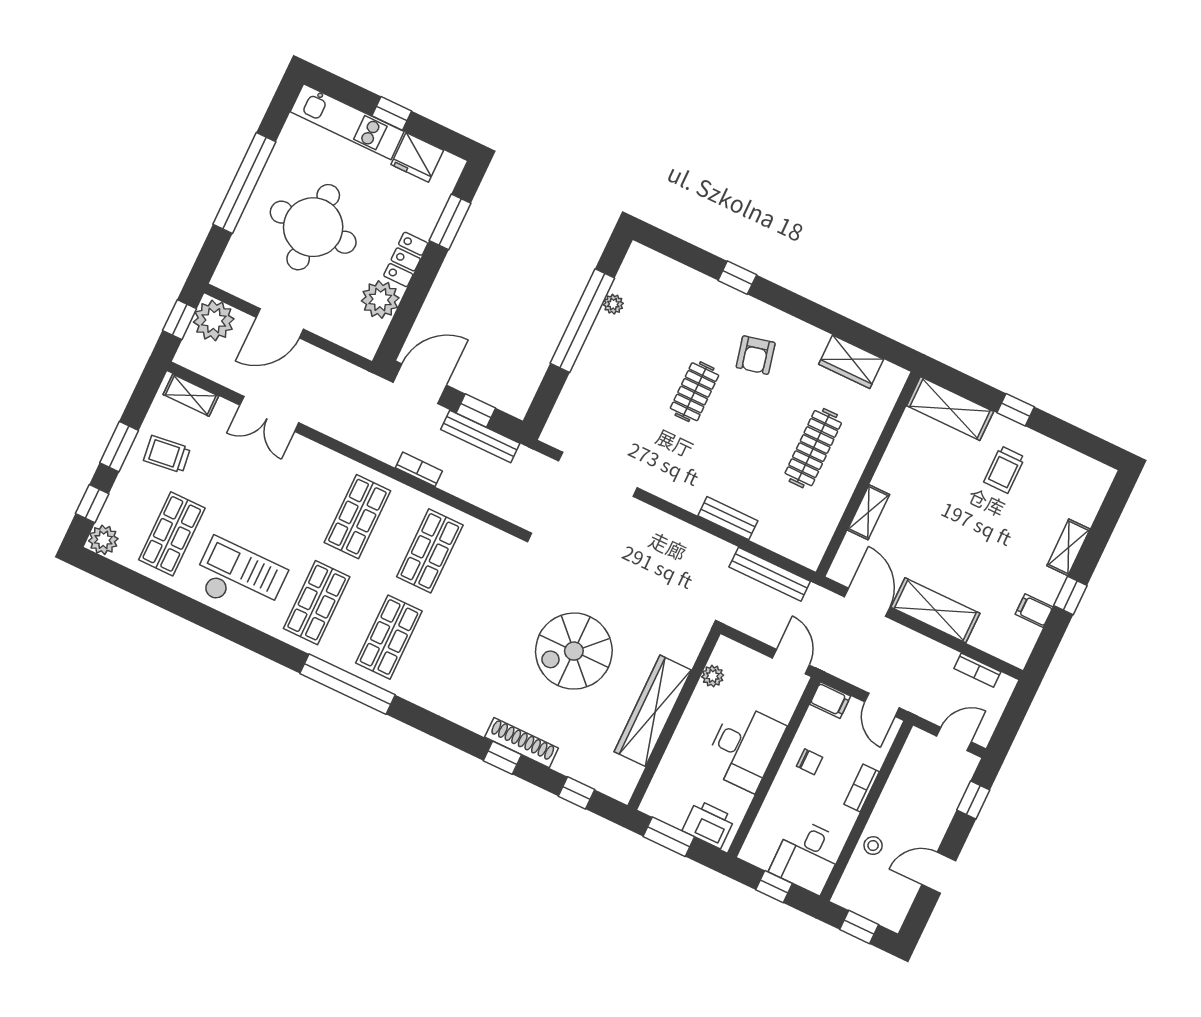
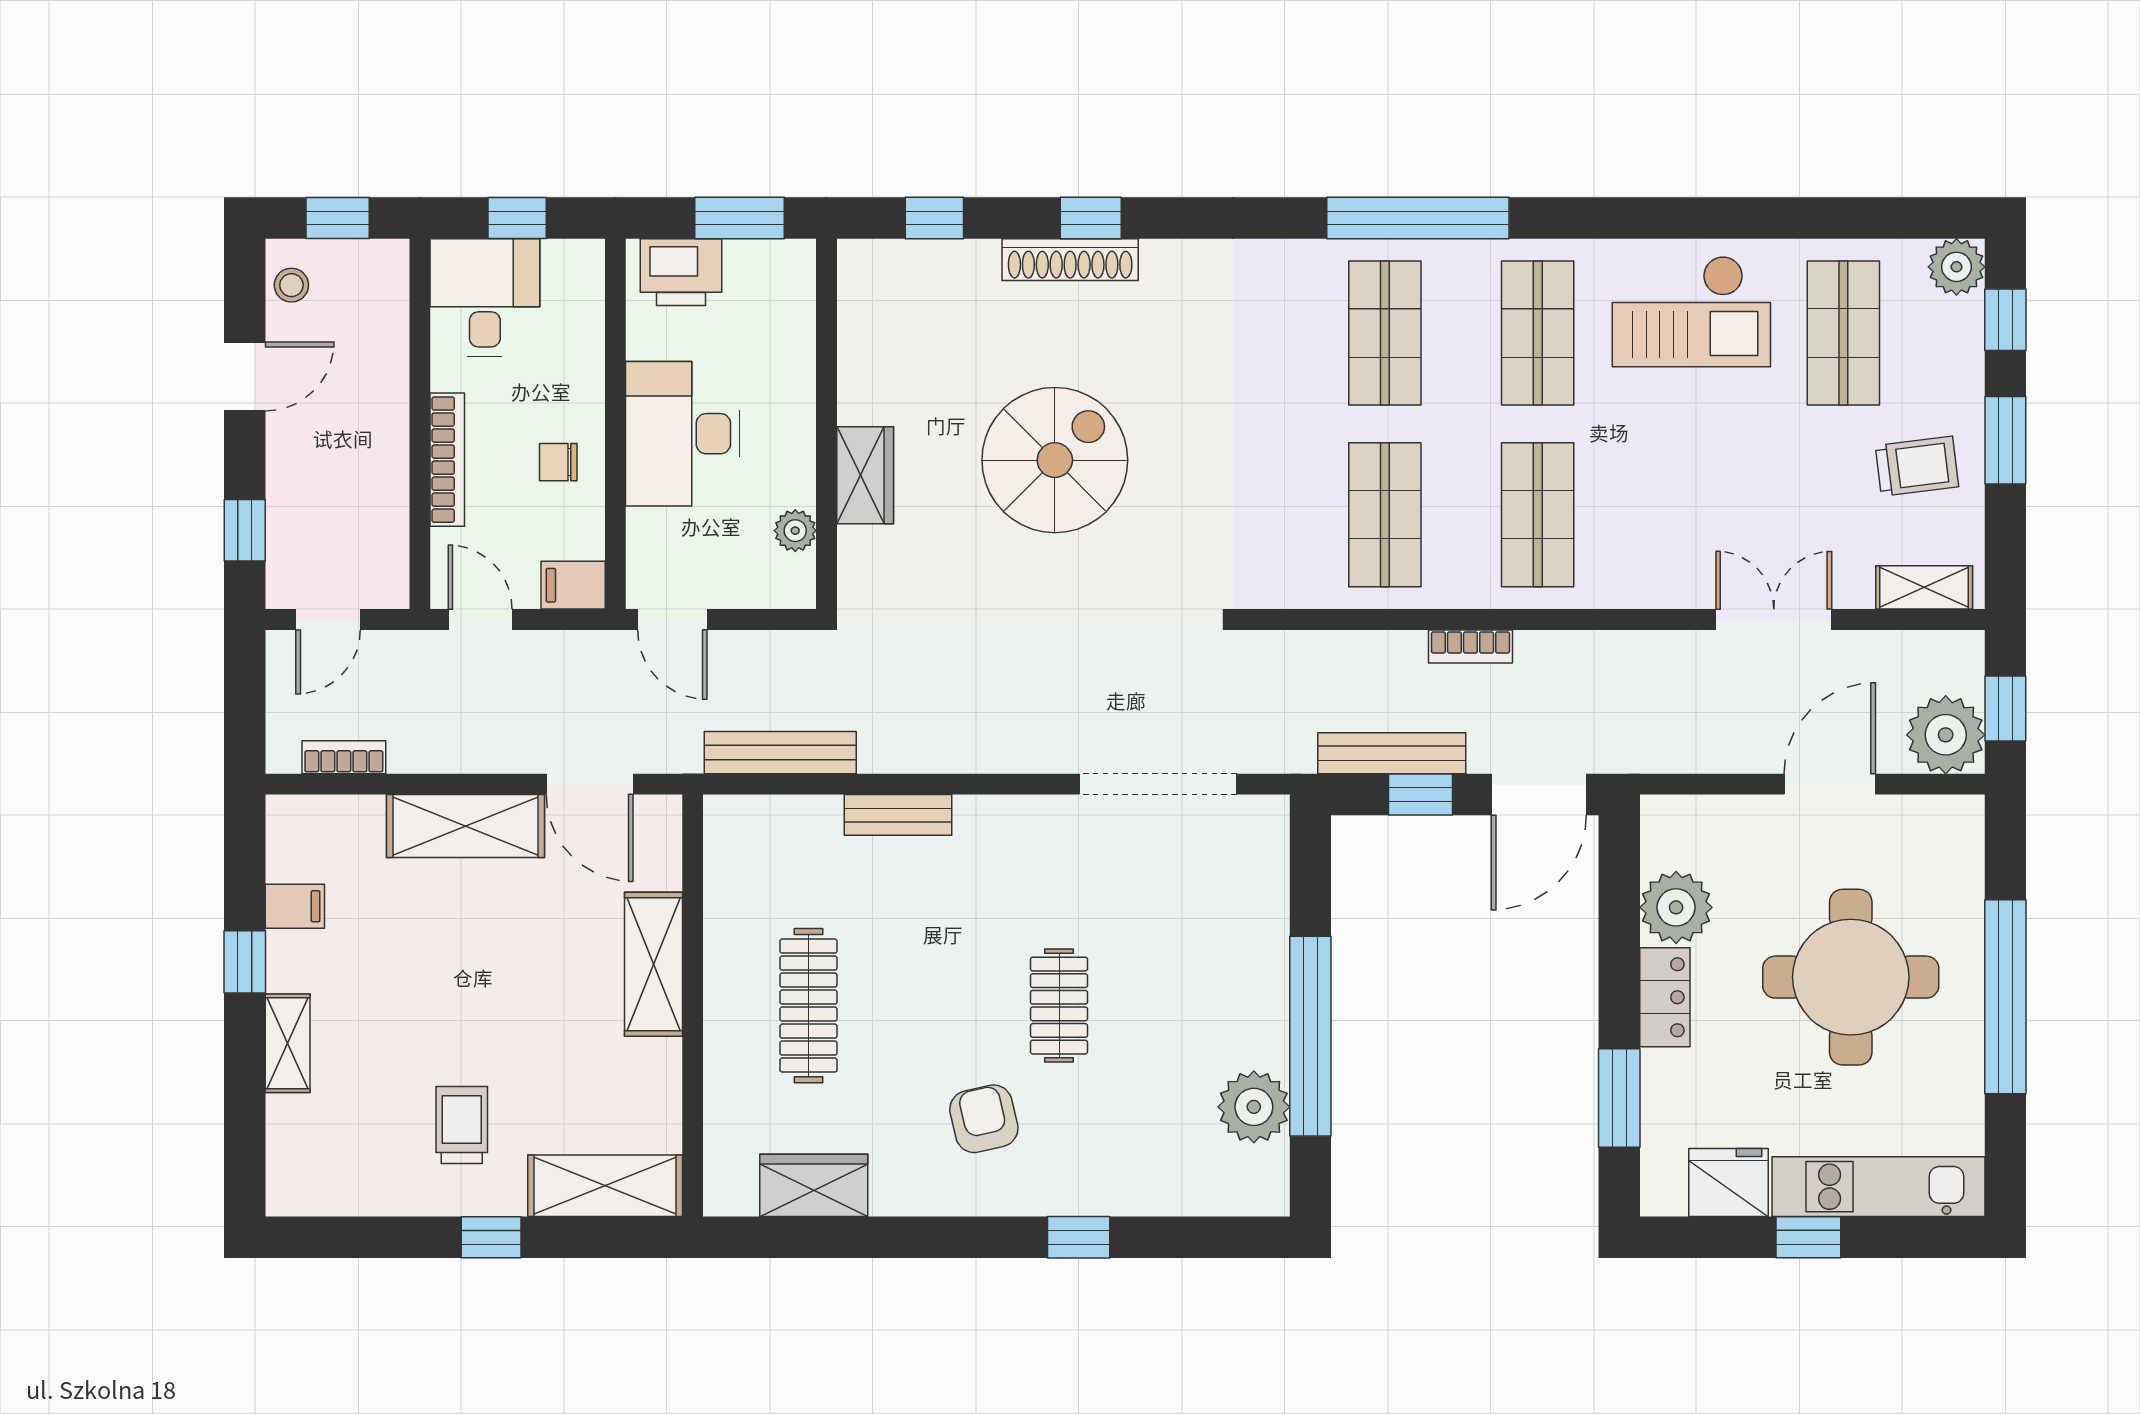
plant: (613, 304) -> (1254, 1107), width x1.88, depth x1.88
shelving: (868, 512) -> (653, 964), width x1.50, depth x1.33
wardrobe: (653, 711) -> (865, 475), width x0.48, depth x0.85
bookcase: (862, 788) -> (447, 460), width x1.56
stool: (873, 846) -> (291, 285), moved

